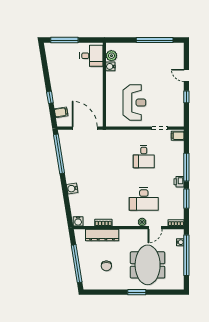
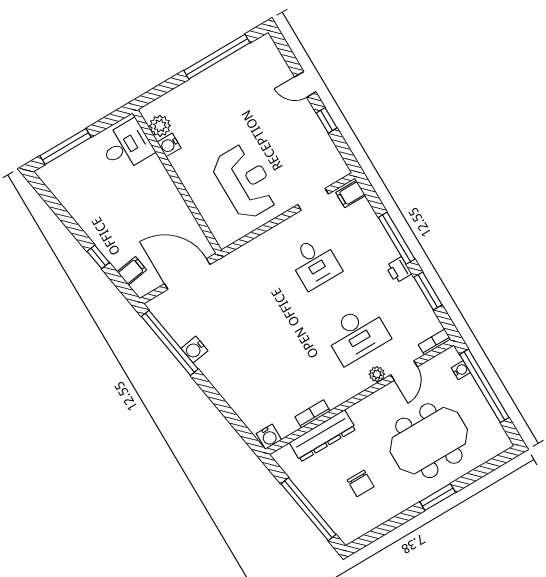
water cooler: (72, 189) -> (194, 350), moved
meeting table: (148, 265) -> (429, 441), turned 90

